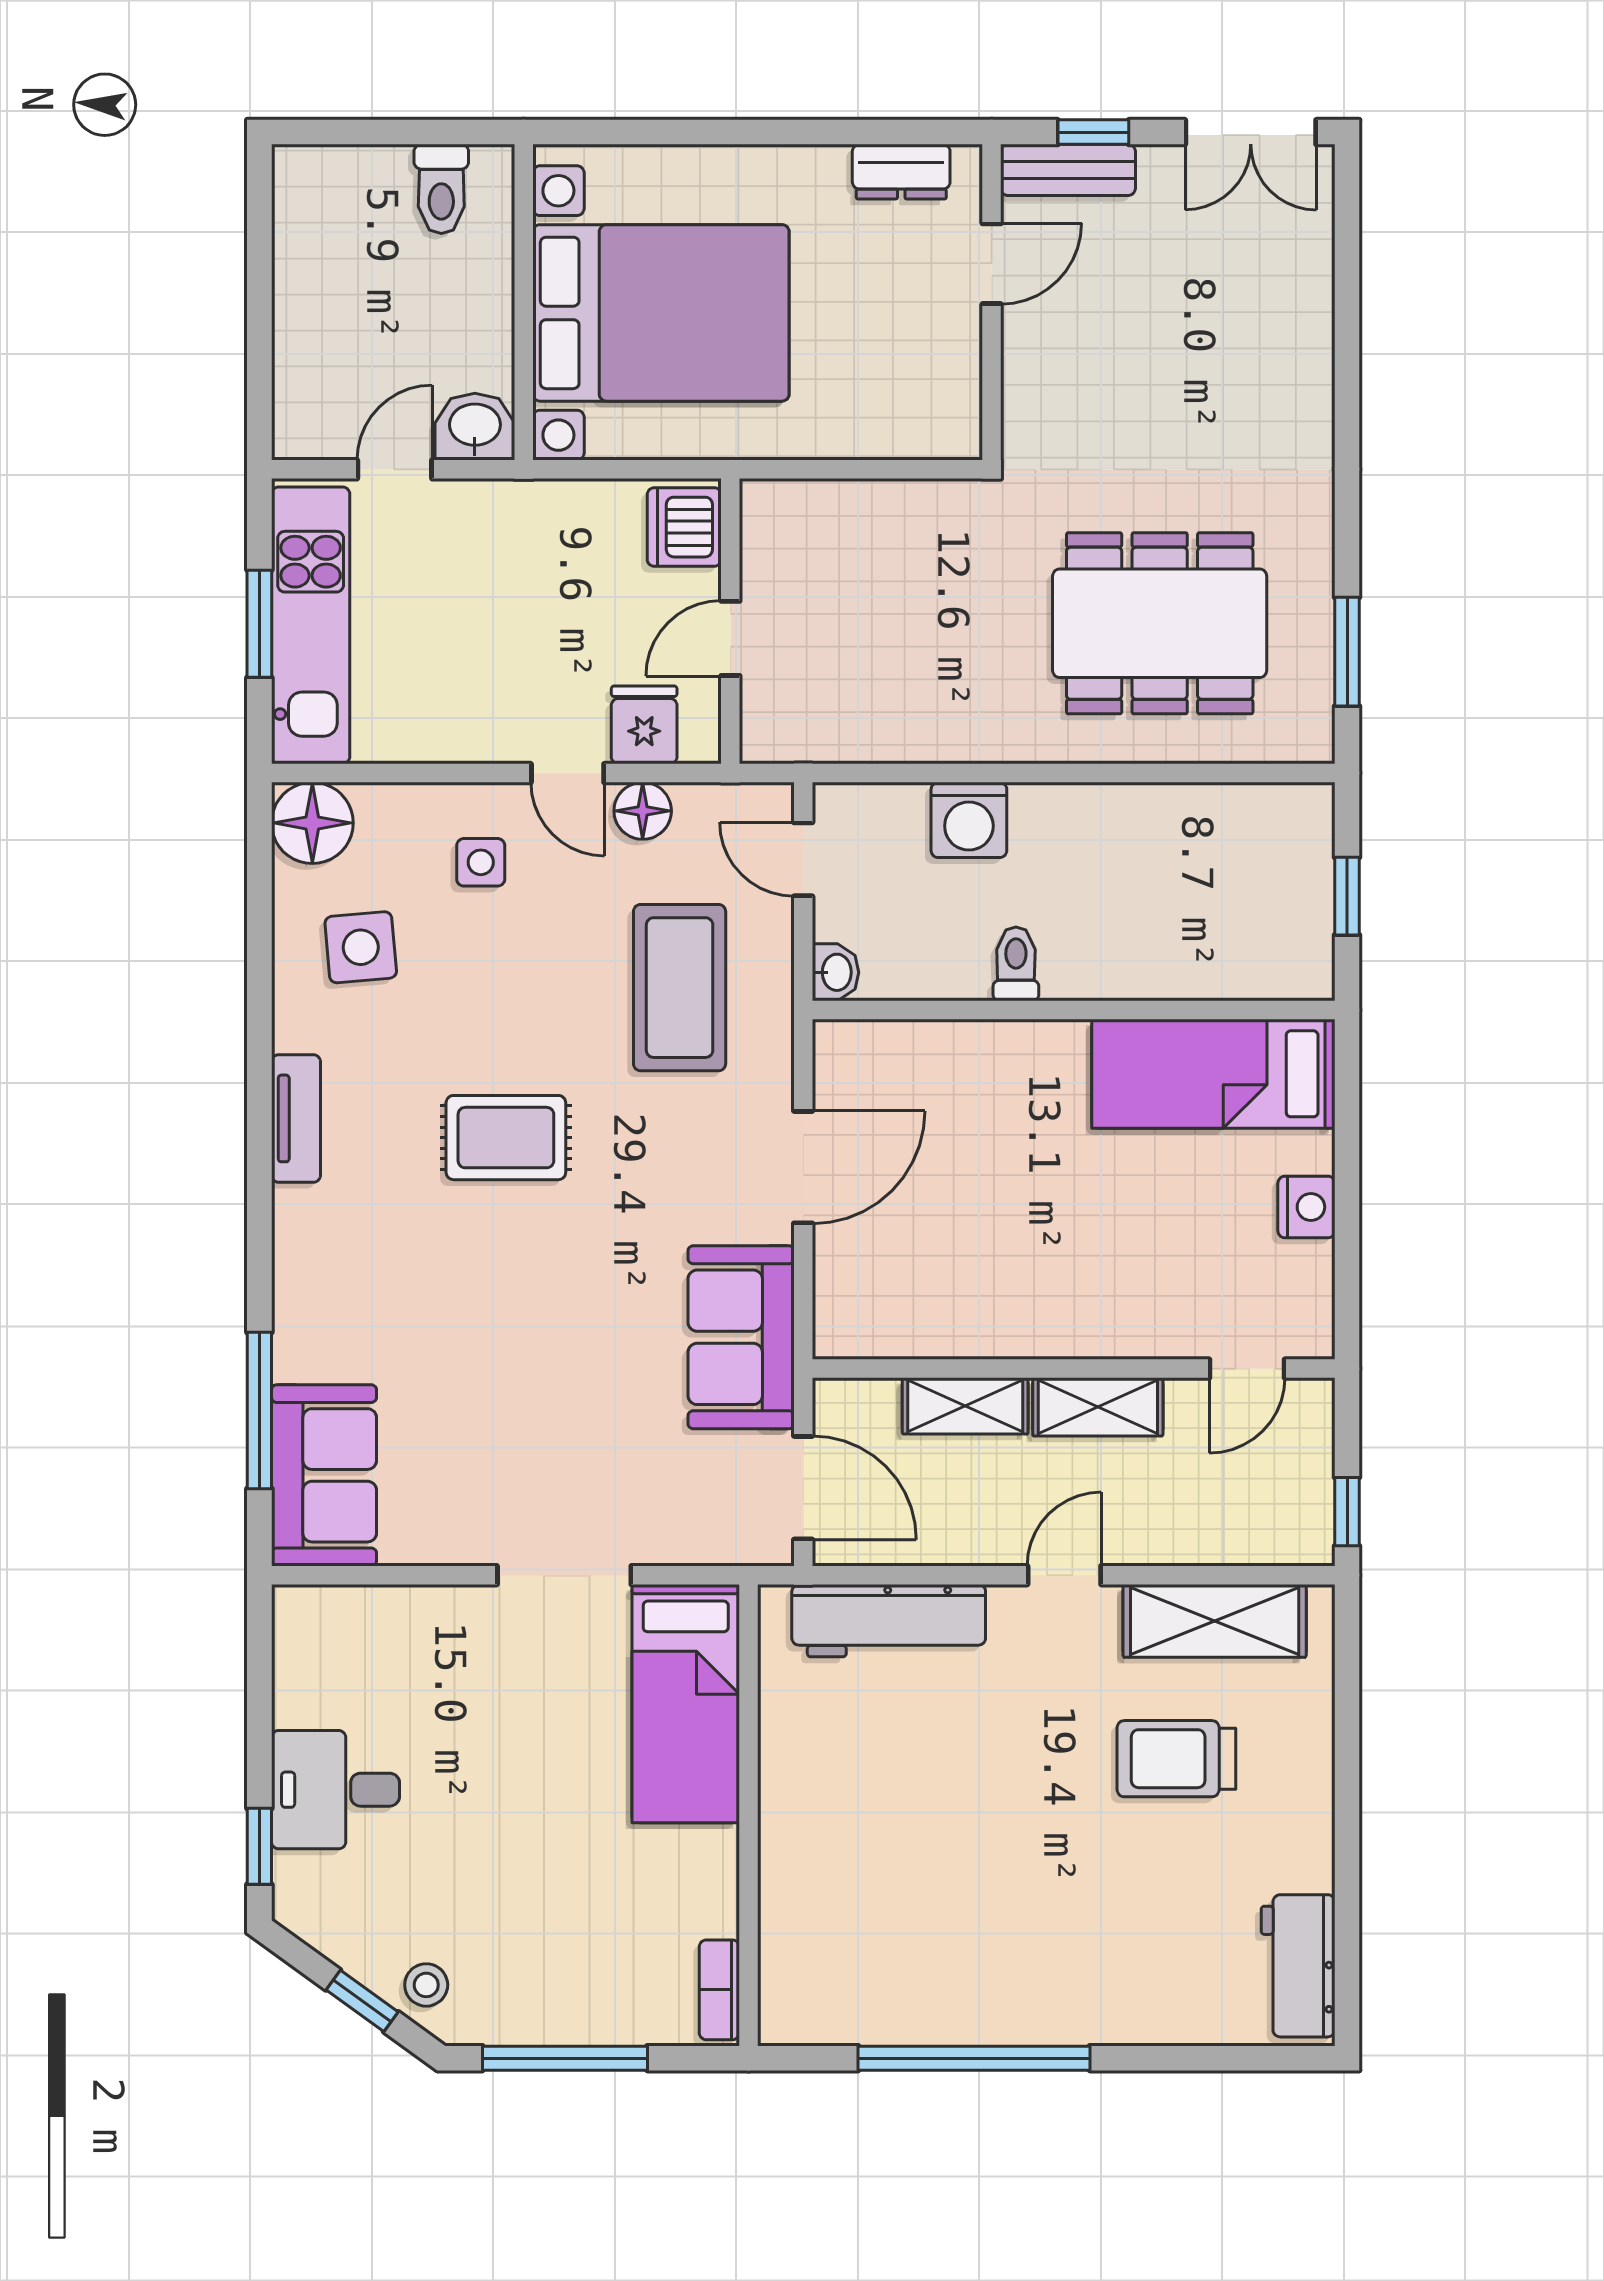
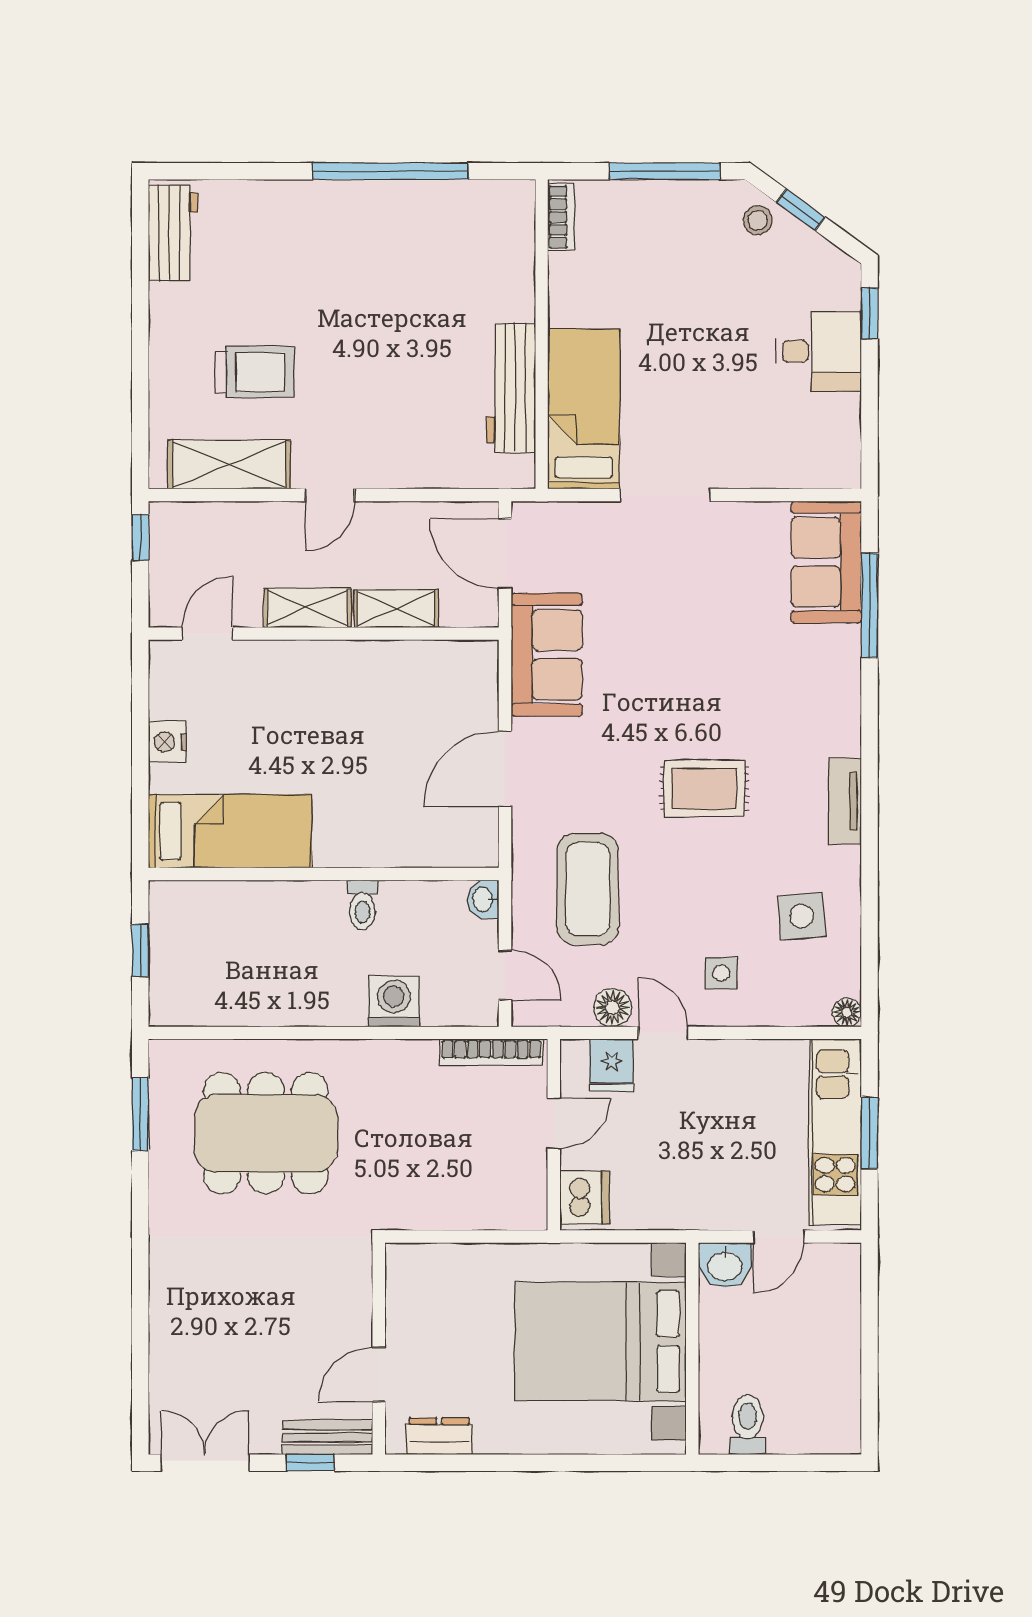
bookcase: (824, 744) -> (491, 1052), added
floor lamp: (312, 823) -> (847, 1012), width x0.53, depth x0.53
workbench: (889, 1621) -> (511, 388), moved, turned -90

